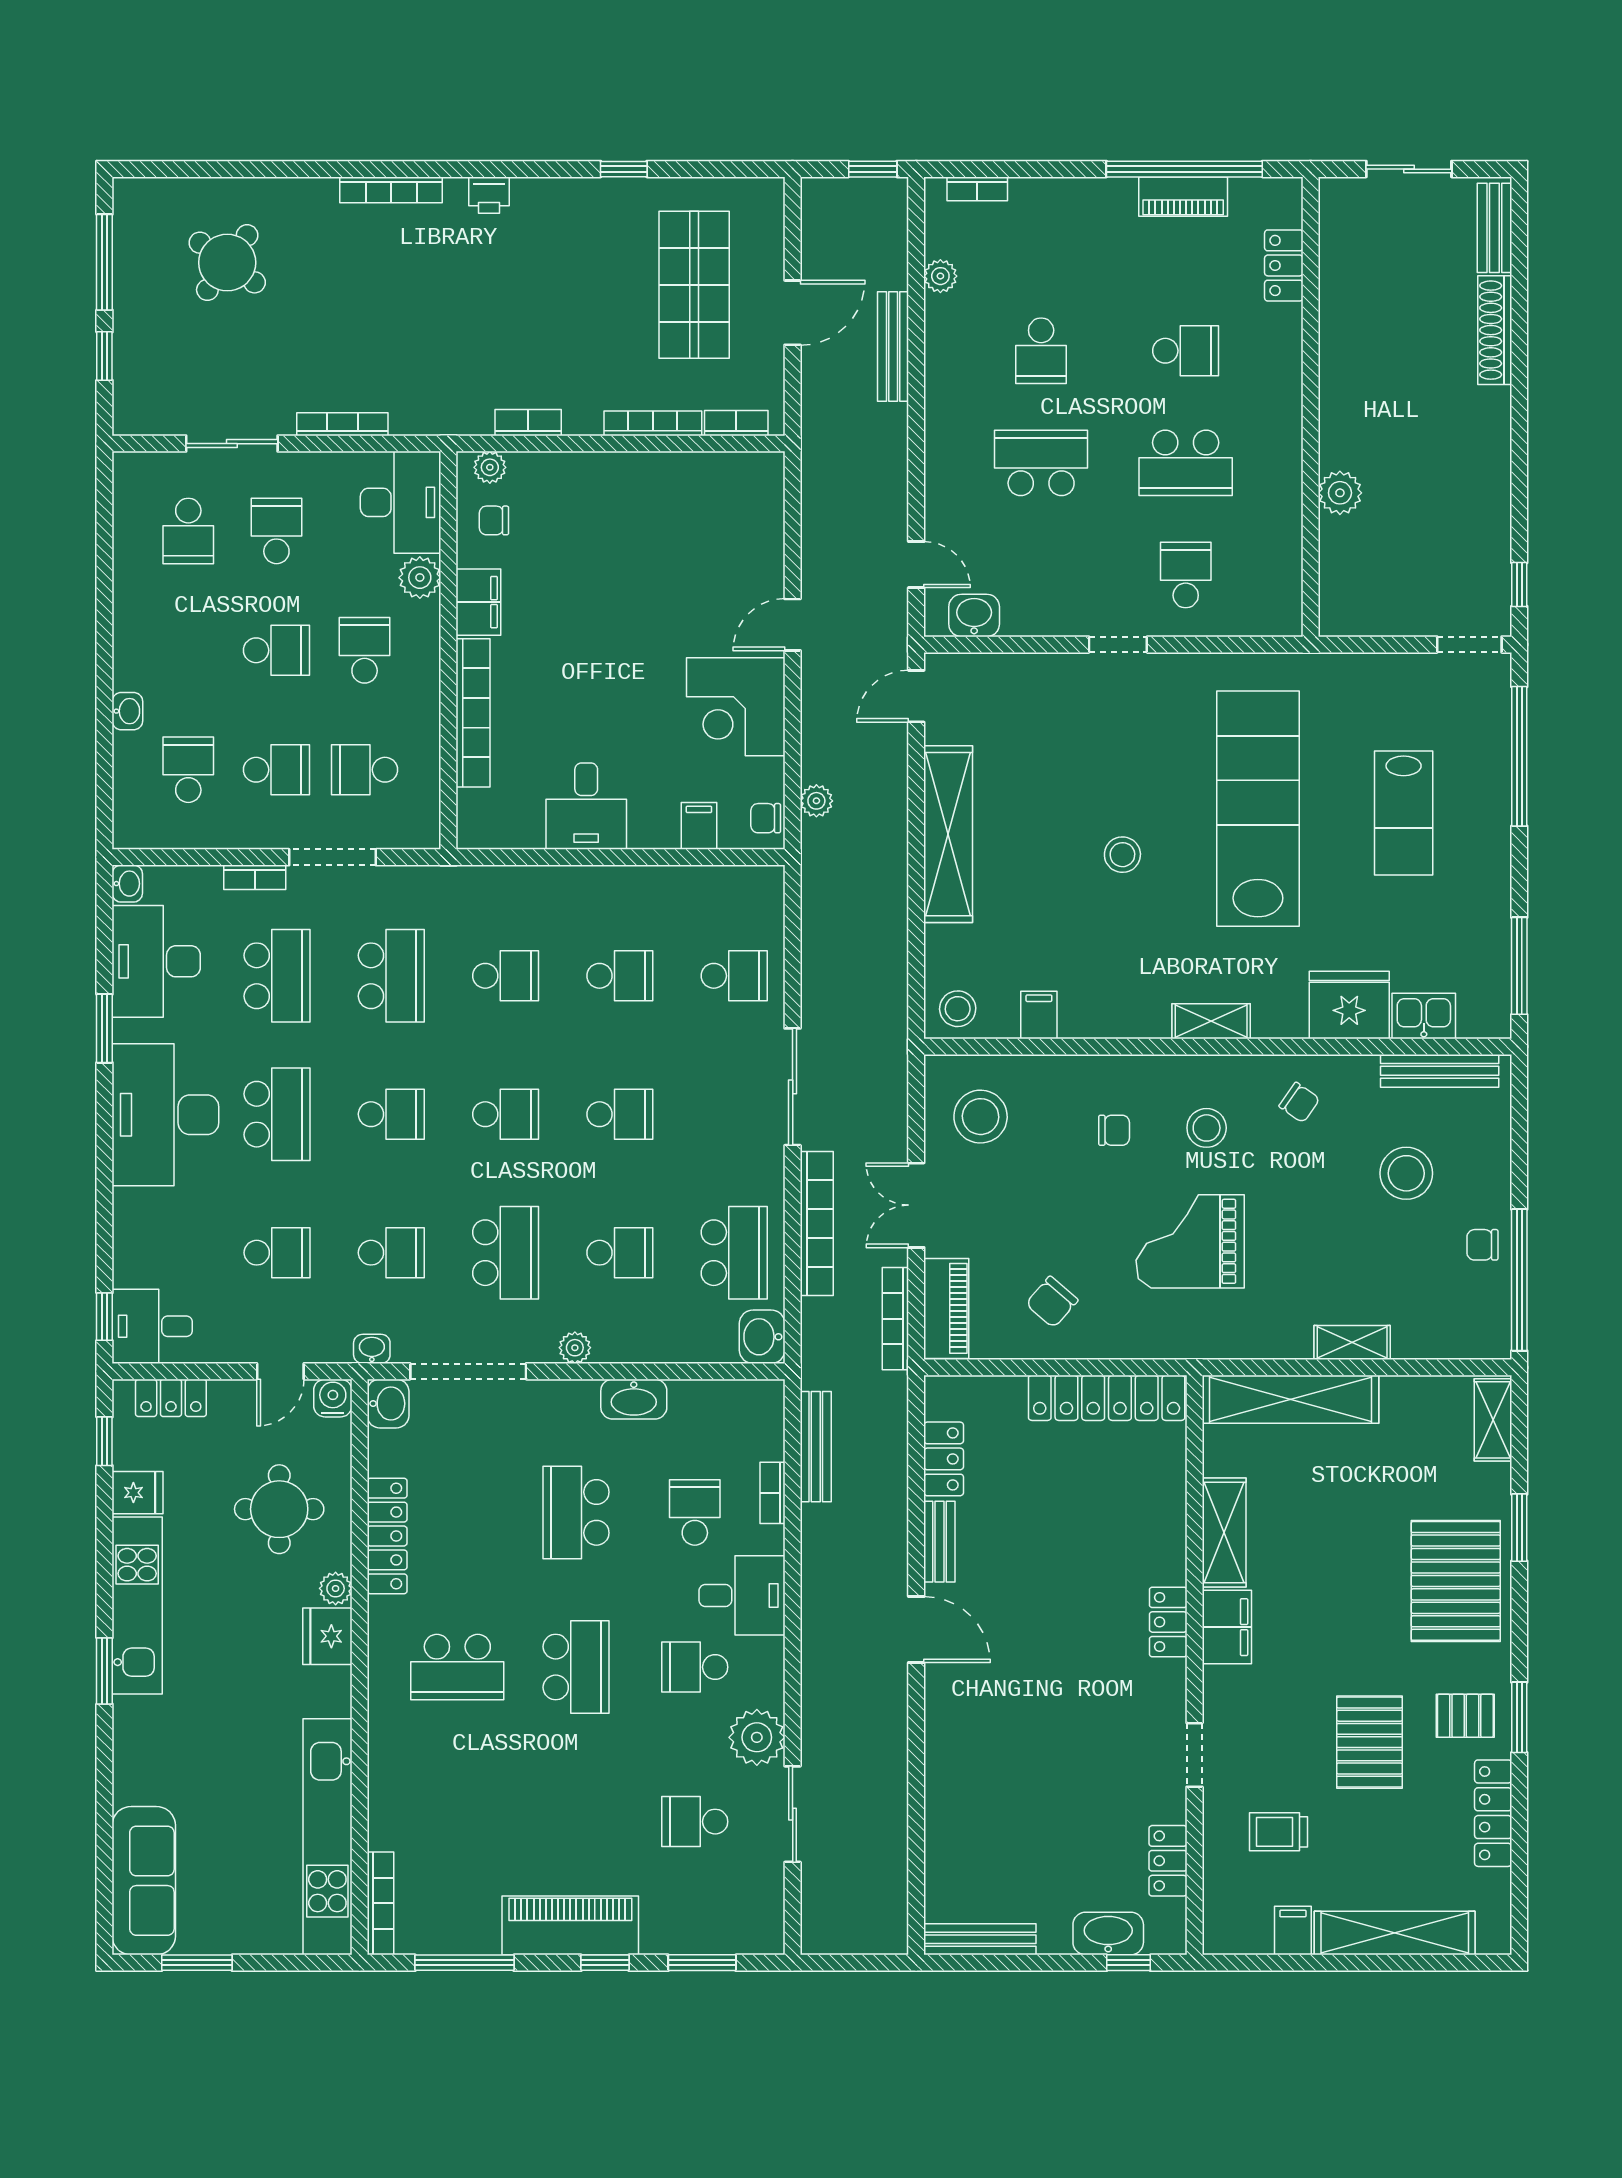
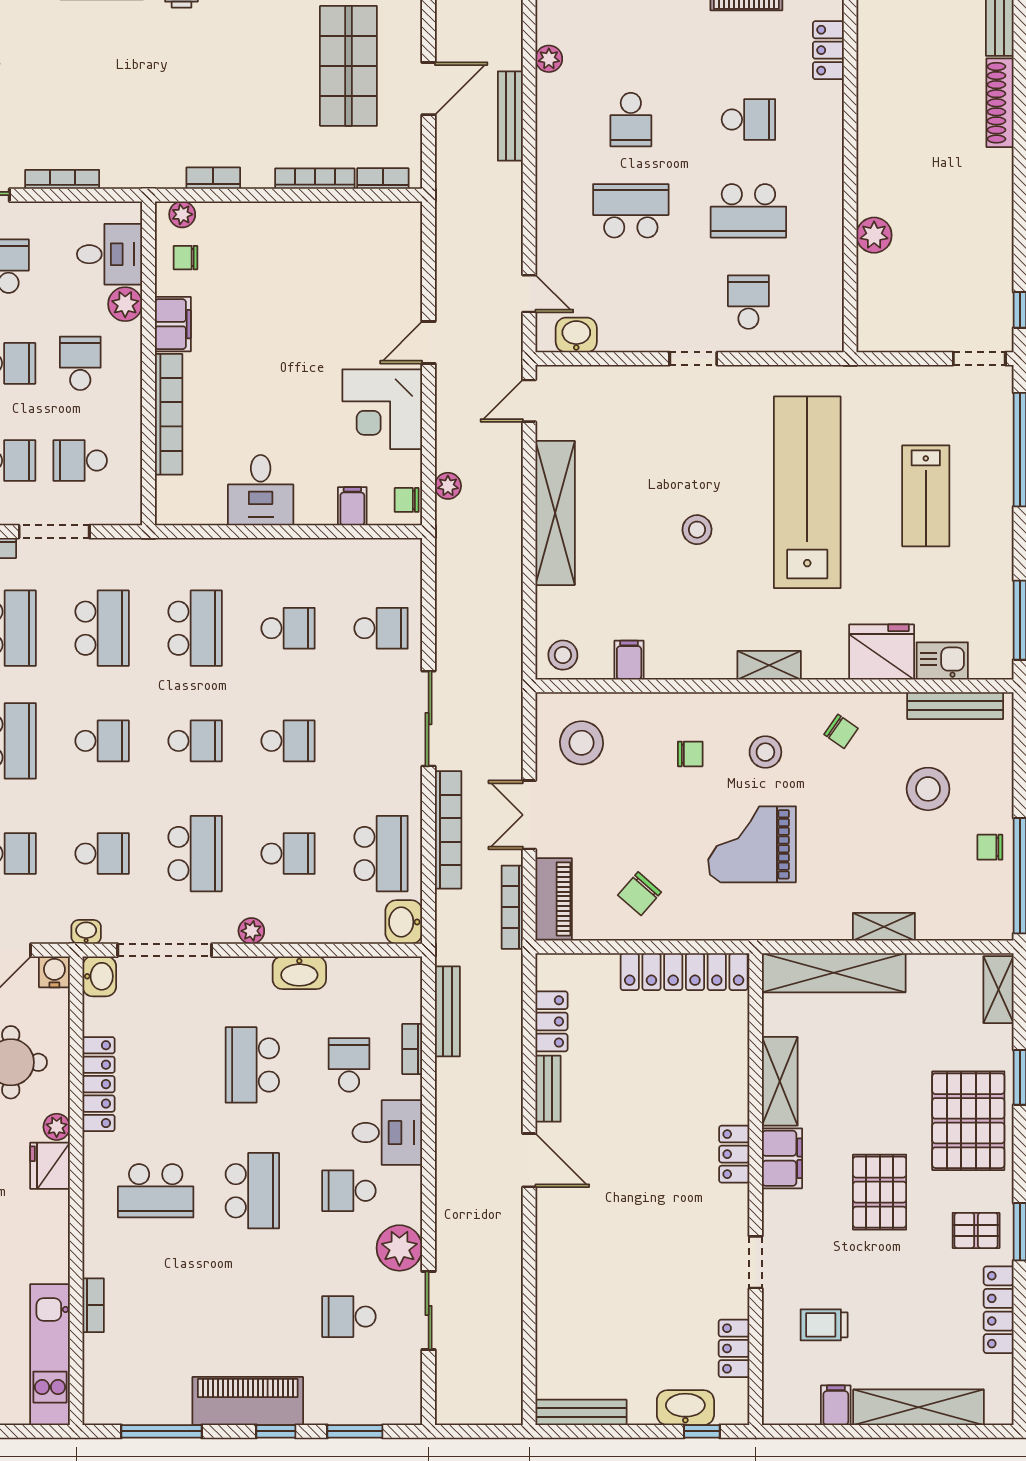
desk: (401, 502) -> (110, 254), width x0.73
school desk: (506, 976) -> (195, 628), width x1.85
pallet: (1370, 1742) -> (880, 1192), moved
kitchen unit: (327, 1837) -> (50, 1355), width x0.73
bookcase: (380, 1903) -> (93, 1305), moved, width x0.64

